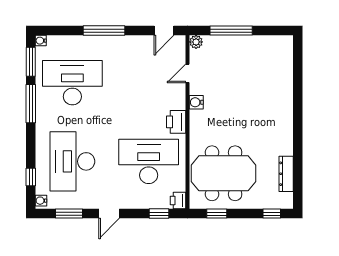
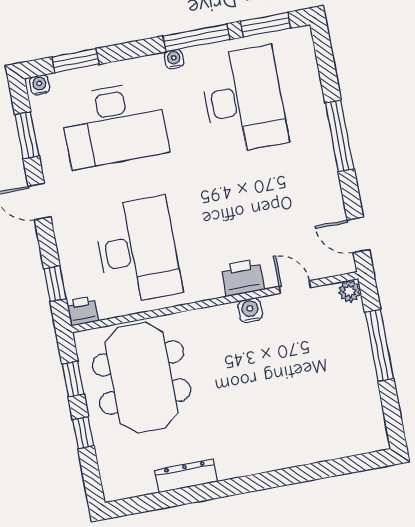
water cooler: (41, 41) -> (174, 59), moved
printer: (176, 122) -> (243, 277), moved
desk: (72, 161) -> (114, 125), turned 180
dresser: (286, 174) -> (186, 476), moved
window: (31, 177) -> (75, 61), width x1.50
window: (272, 214) -> (83, 433), moved

